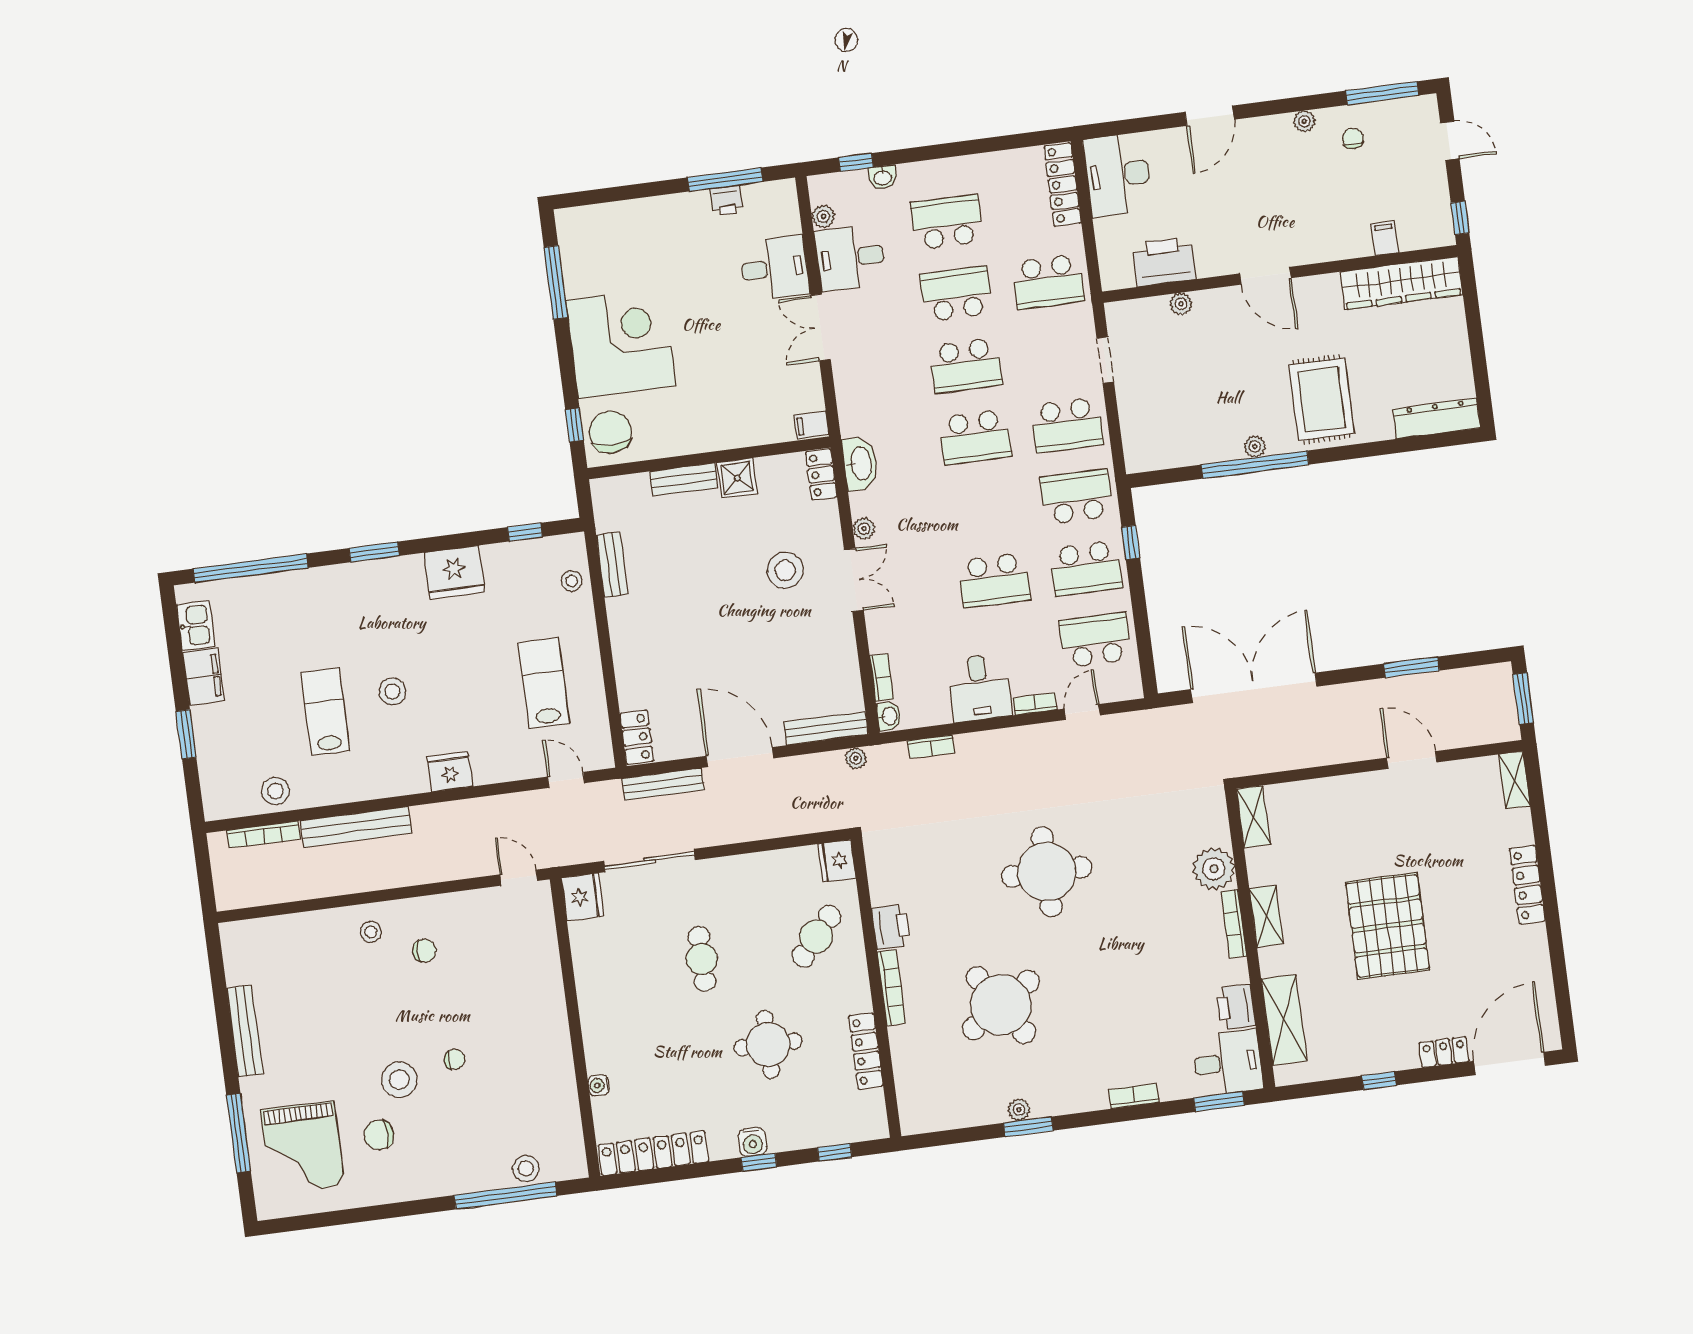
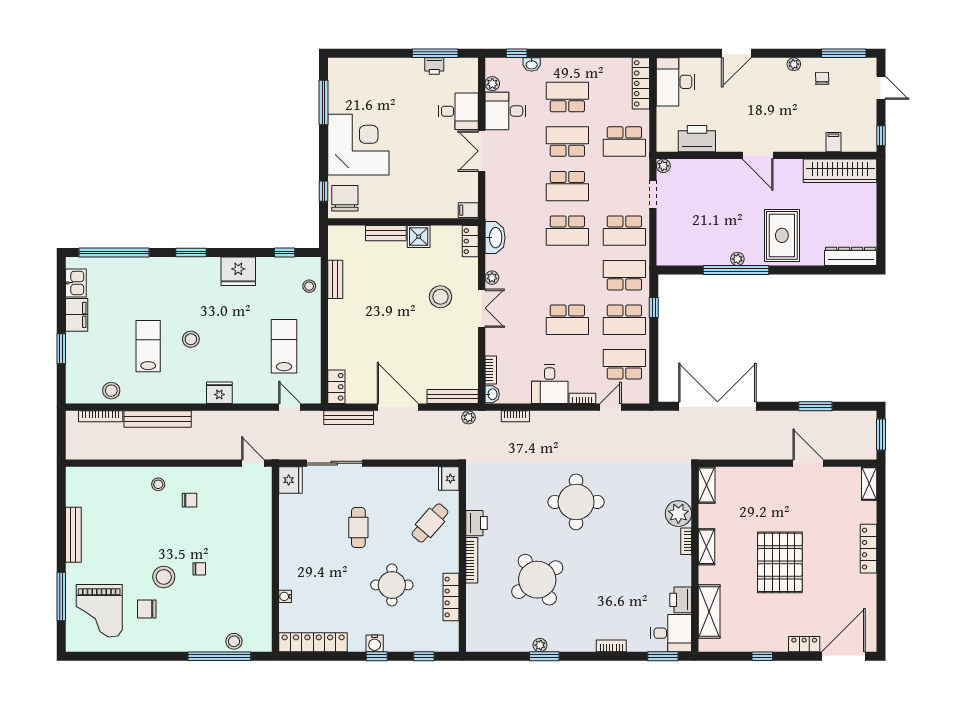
plant: (1181, 304) -> (663, 166), moved
bookcase: (1234, 924) -> (686, 541), width x0.64

